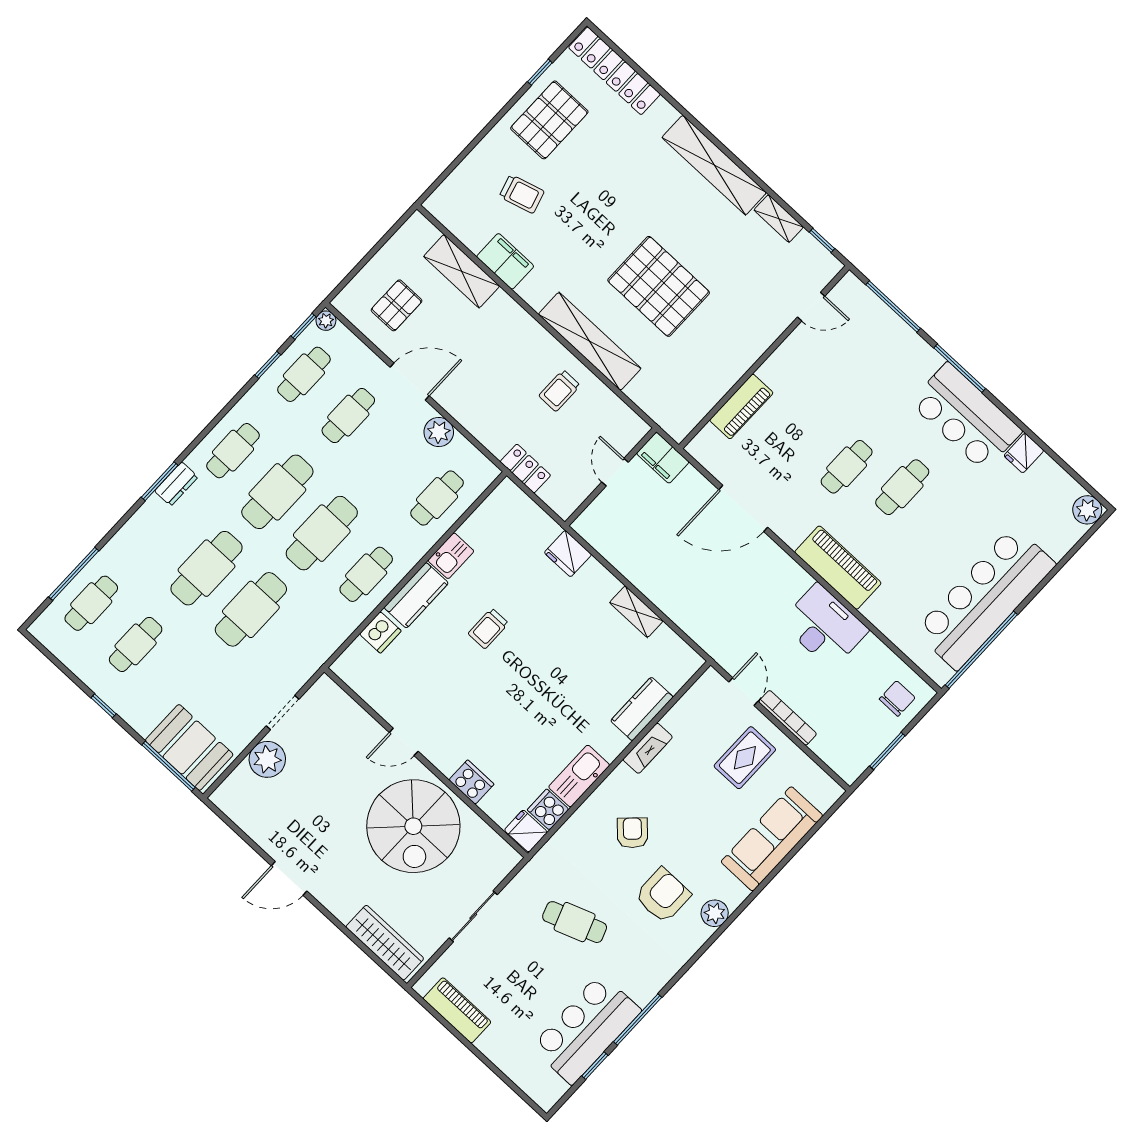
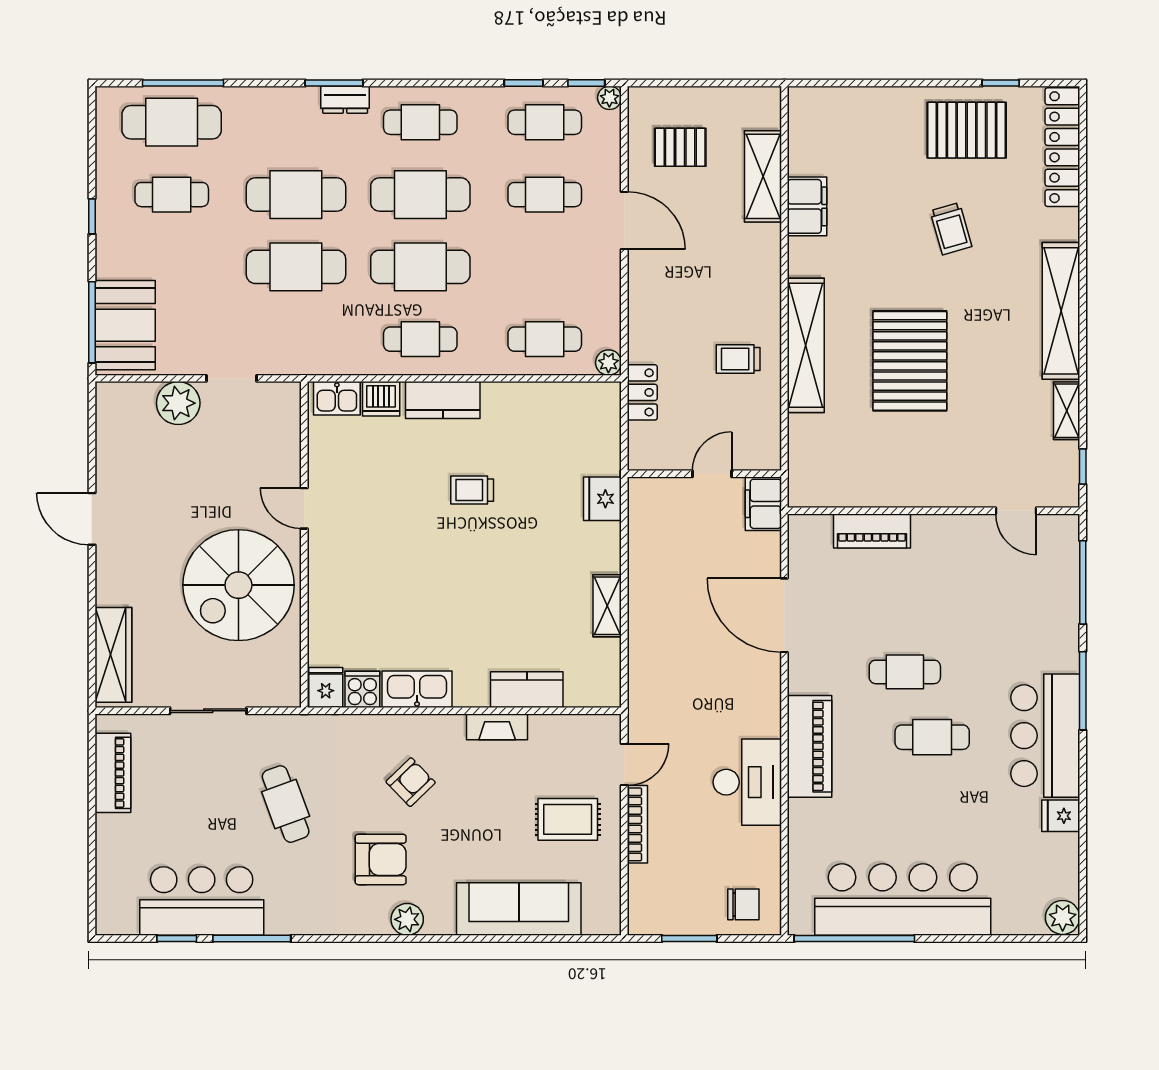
trolley: (522, 194) -> (951, 229), moved
plant: (439, 432) -> (608, 363), moved, width x0.73, depth x0.73
kitchen sink: (451, 556) -> (337, 398), moved
cafe table: (91, 603) -> (172, 122), width x1.37, depth x1.35
cooker: (471, 782) -> (324, 600), removed

